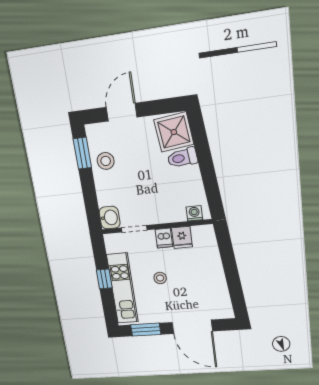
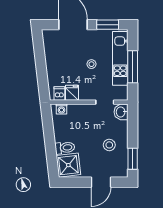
stool: (106, 161) -> (109, 145), moved
dishwasher: (164, 238) -> (59, 93), moved
window: (104, 279) -> (133, 67), width x2.17

